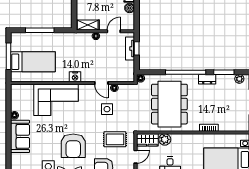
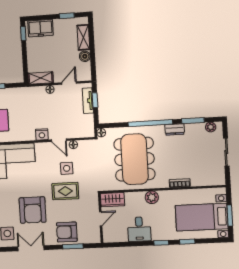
nightstand: (75, 77) -> (42, 134), moved
rug: (115, 139) -> (65, 191), moved
plant: (165, 139) -> (152, 197), moved

